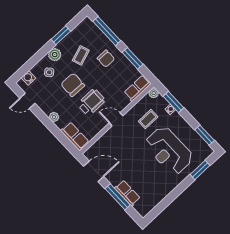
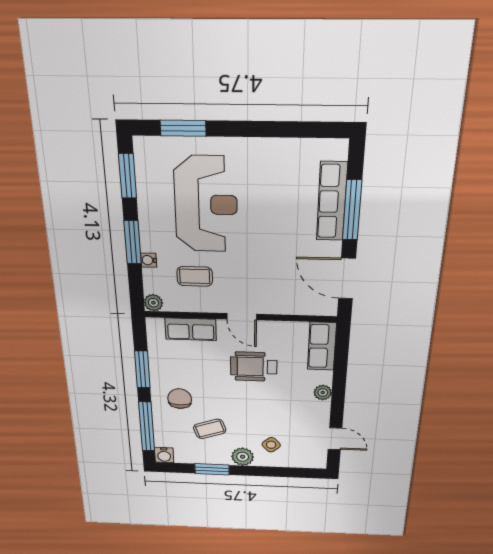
water cooler: (28, 78) -> (164, 455), moved
chair: (73, 85) -> (256, 407), removed
row of seats: (137, 88) -> (191, 329), moved
window: (173, 102) -> (133, 242), moved
row of seats: (127, 193) -> (332, 202), width x1.48

